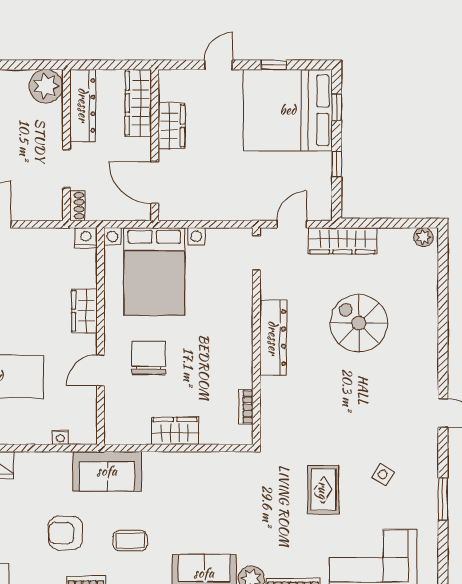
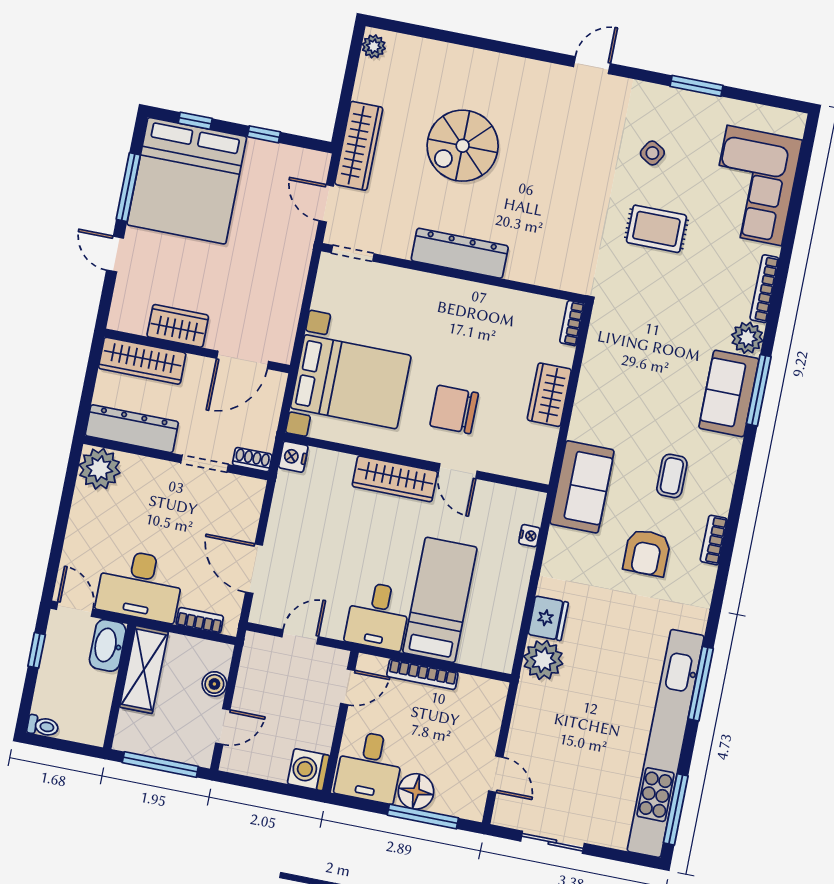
window: (274, 65) -> (128, 187), width x2.17
wardrobe: (84, 311) -> (395, 479), width x1.50
bookcase: (246, 407) -> (572, 323), moved, turned 90

